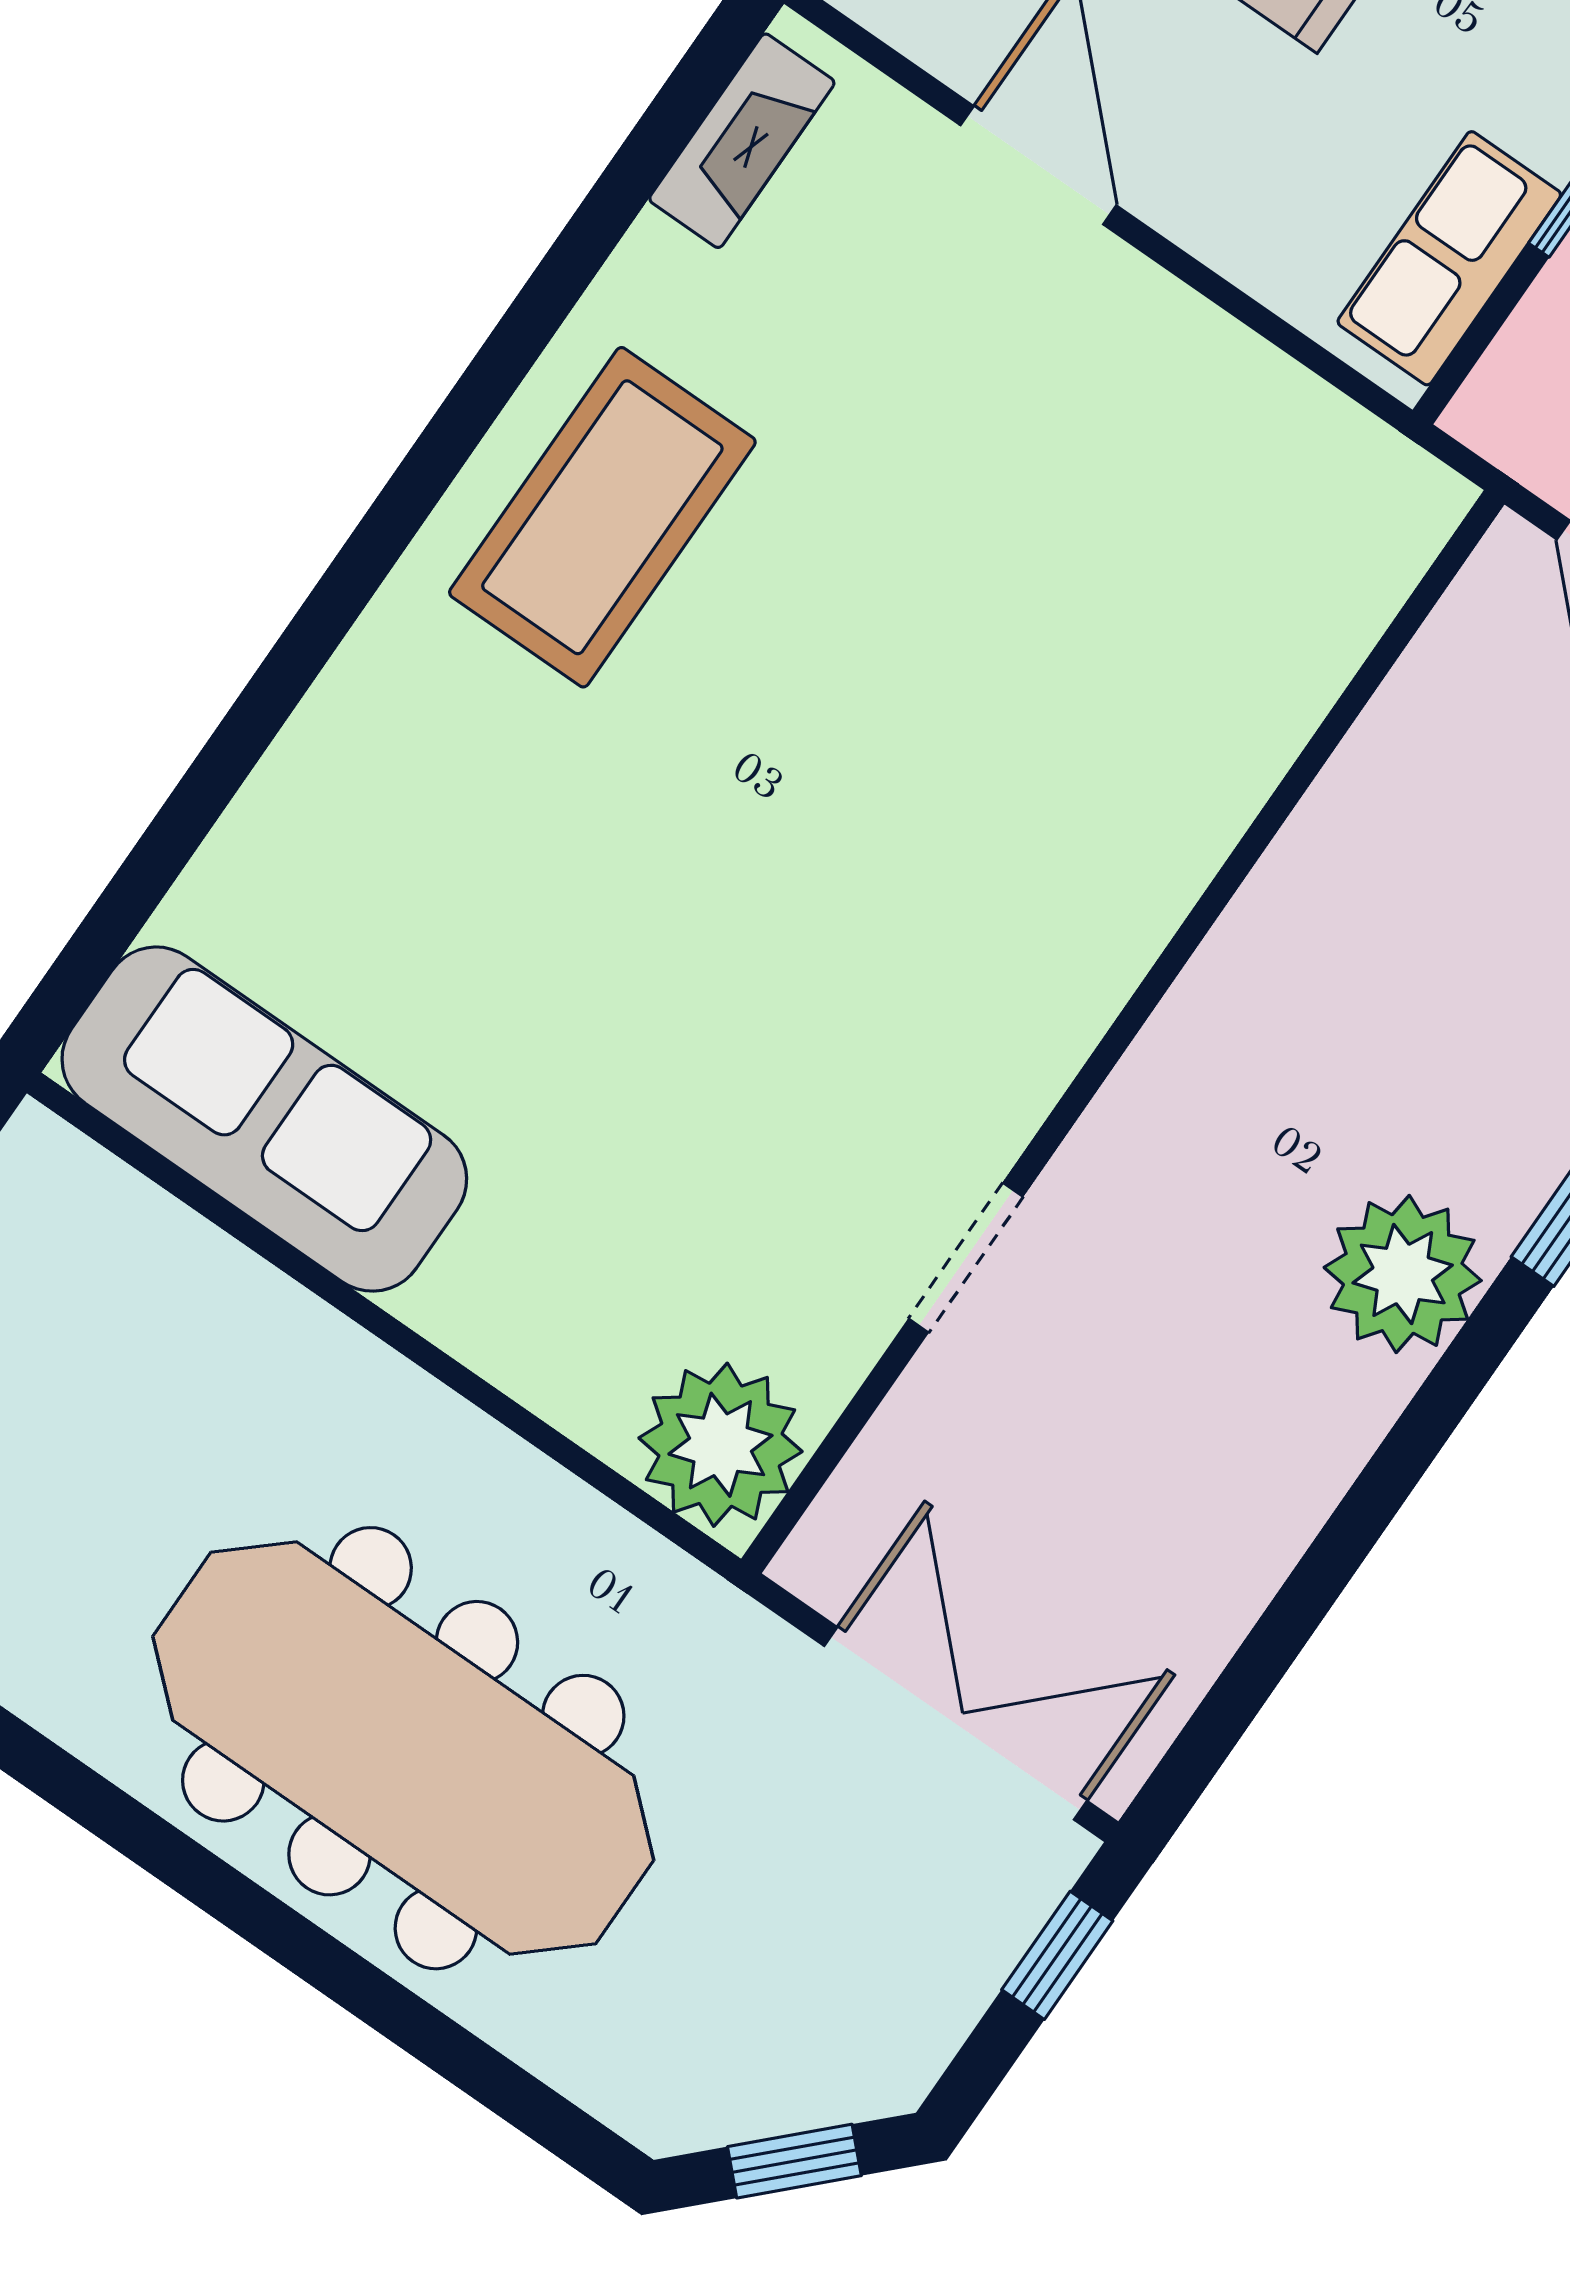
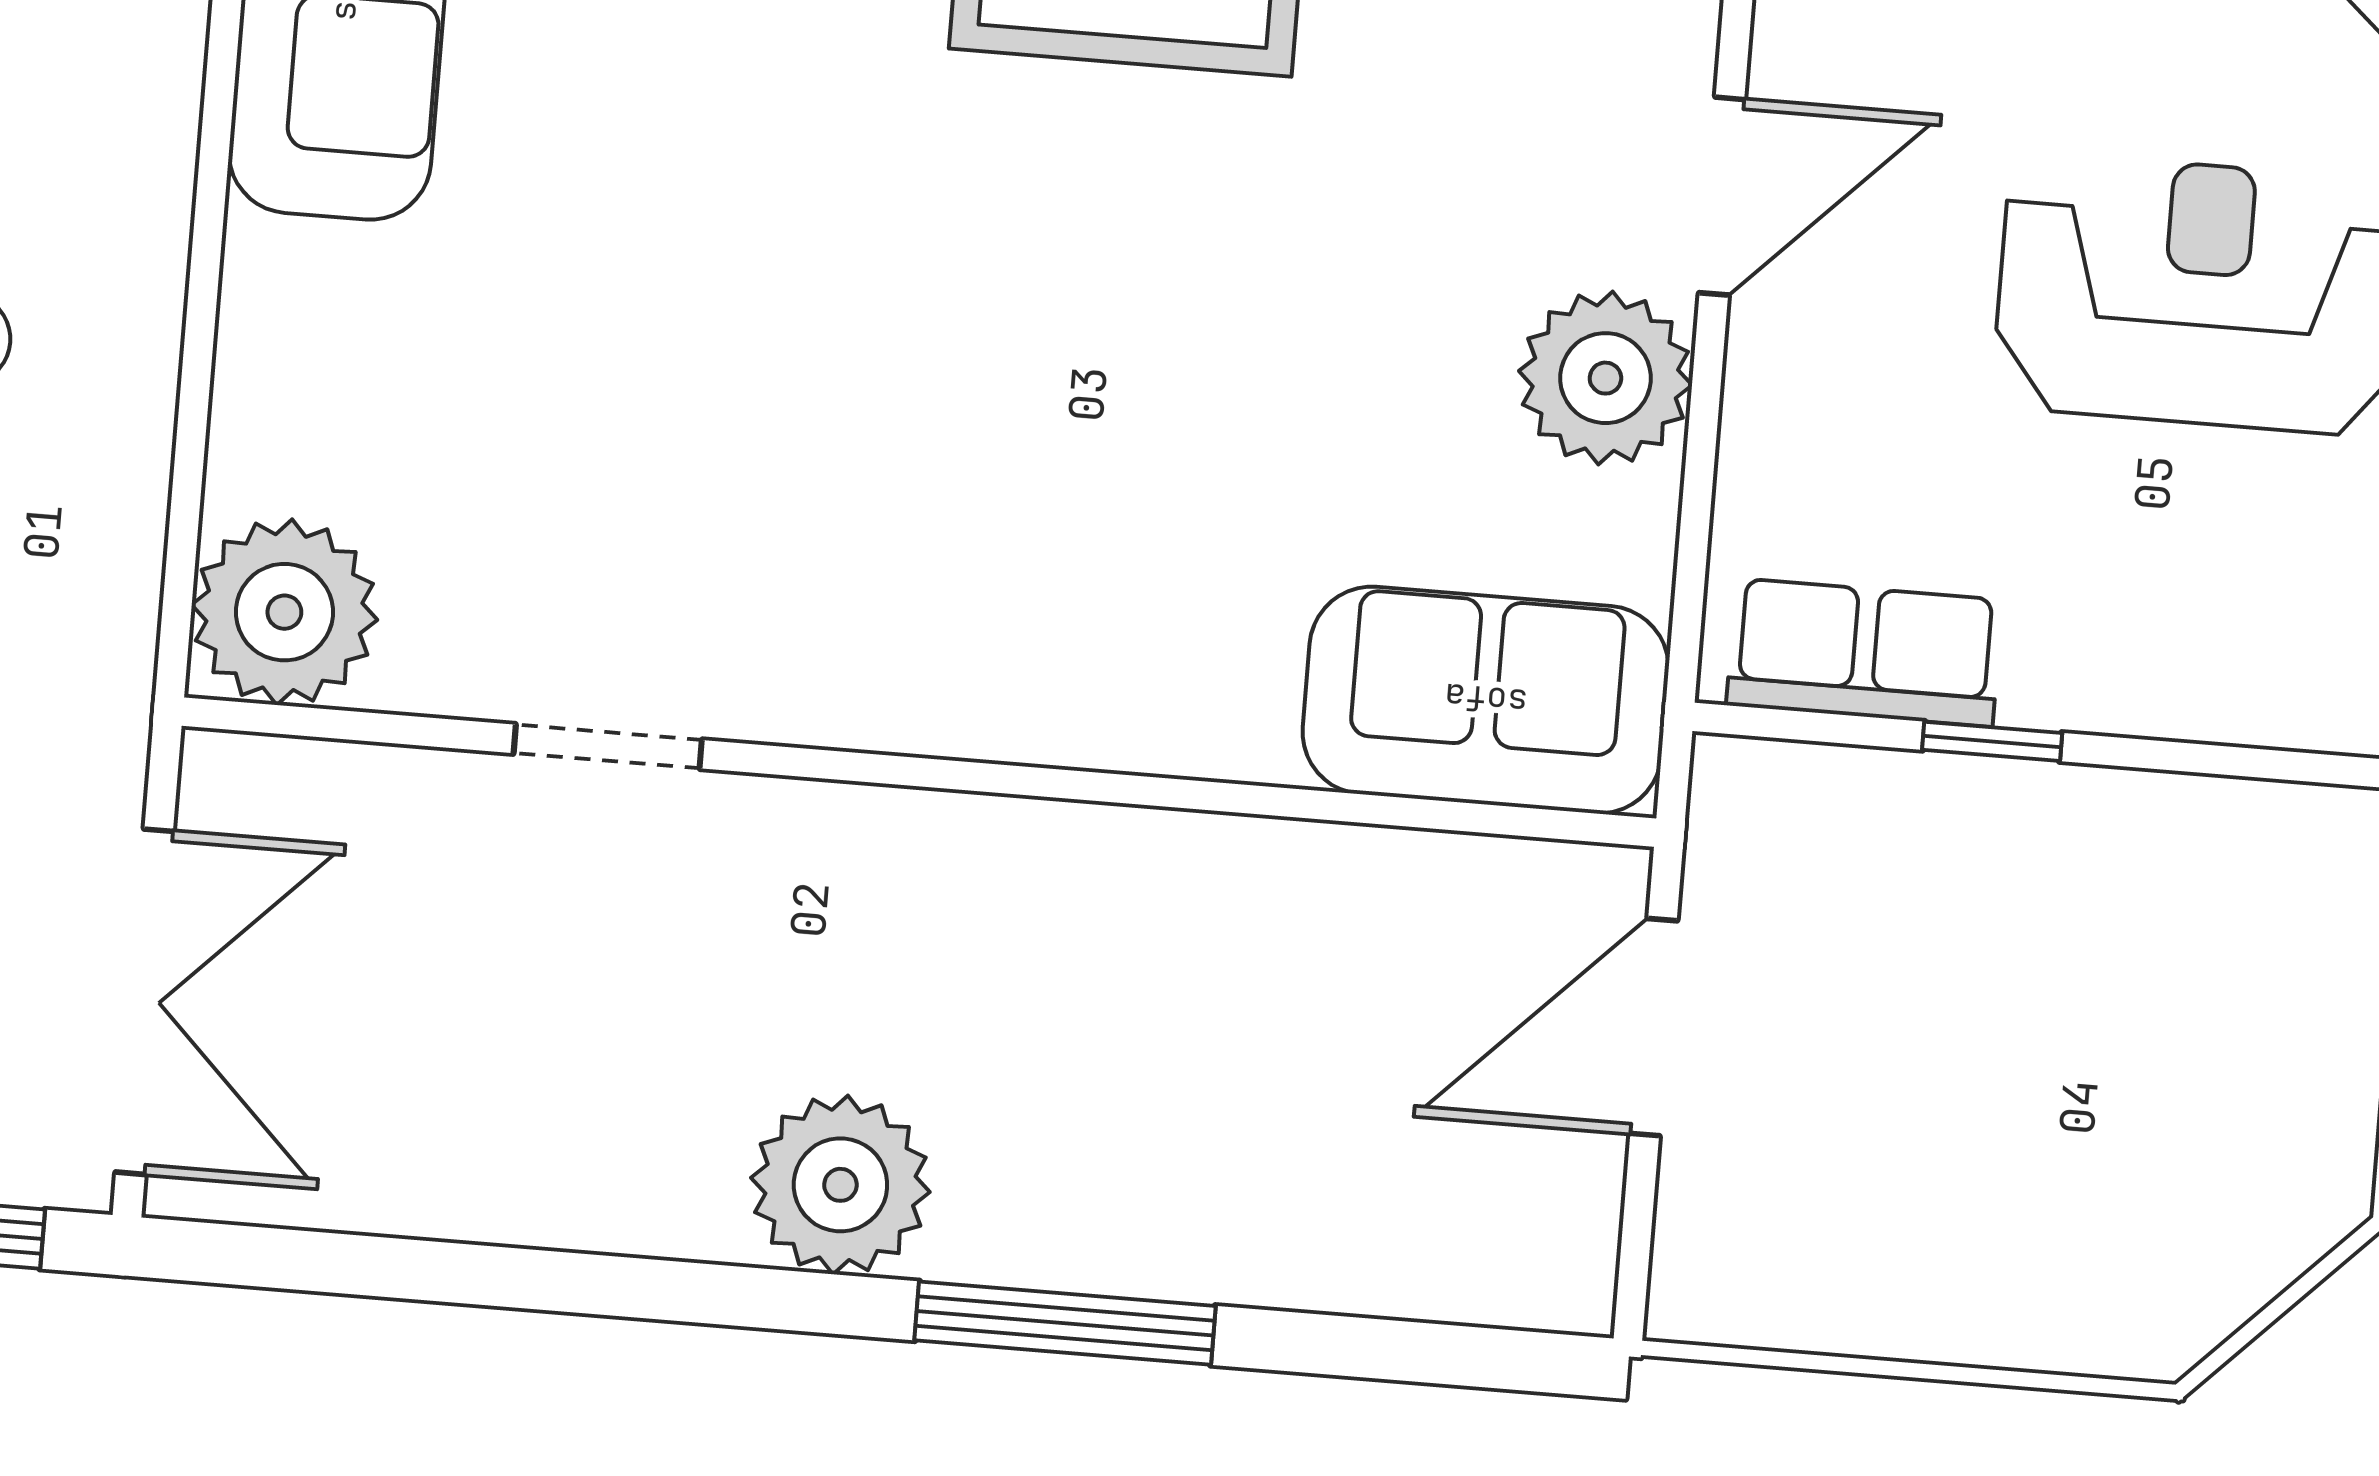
plant: (1126, 334) -> (1605, 378), added
sofa: (1318, 568) -> (1486, 700), added

